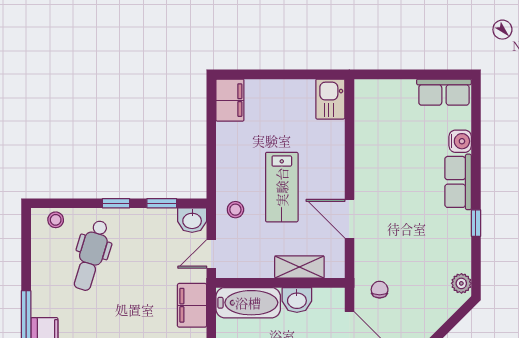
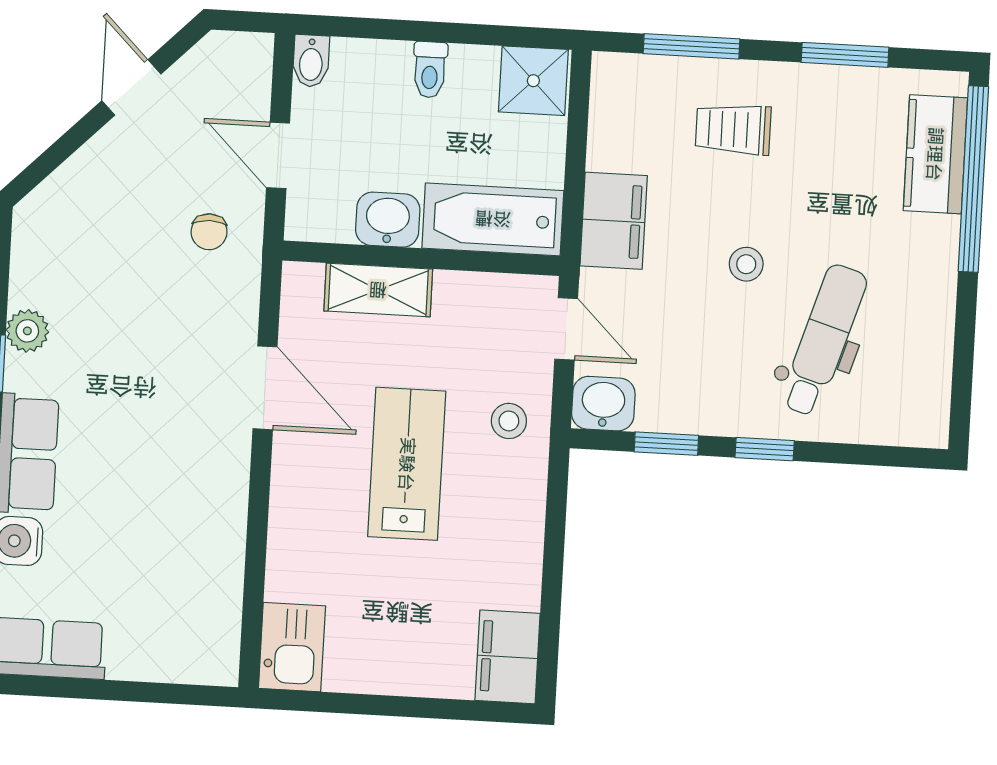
stool: (56, 220) -> (746, 264), moved
door: (211, 254) -> (566, 329), hinge flipped
plant: (461, 283) -> (27, 331), moved

